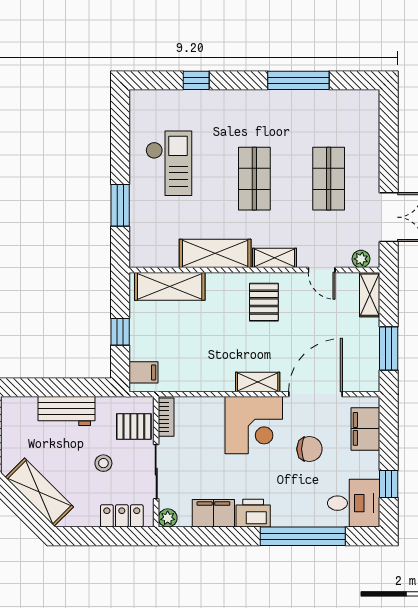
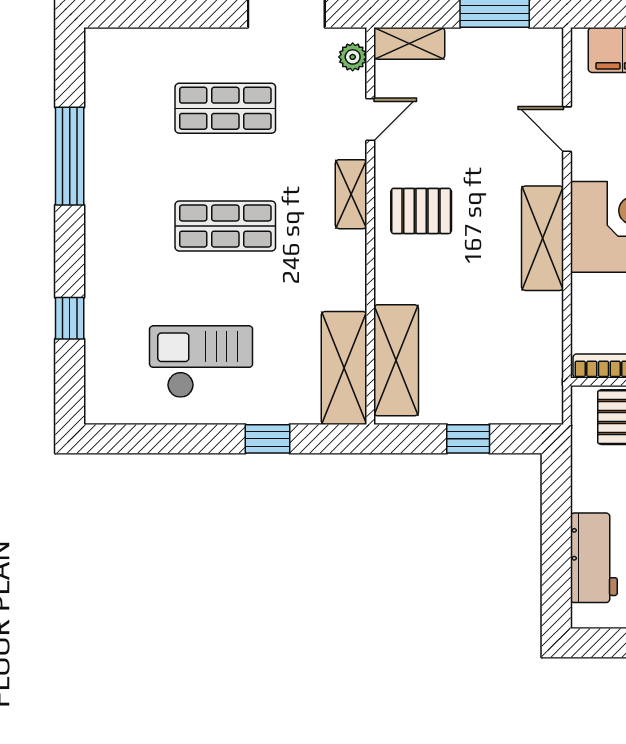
window: (120, 205) -> (267, 439), width x0.67
shelving: (215, 253) -> (344, 368), moved
filing cabinet: (144, 372) -> (533, 402), removed
shelving: (258, 382) -> (543, 238), width x1.50, depth x1.33
door: (315, 394) -> (567, 129), width x0.53
workbench: (67, 411) -> (594, 558), moved

